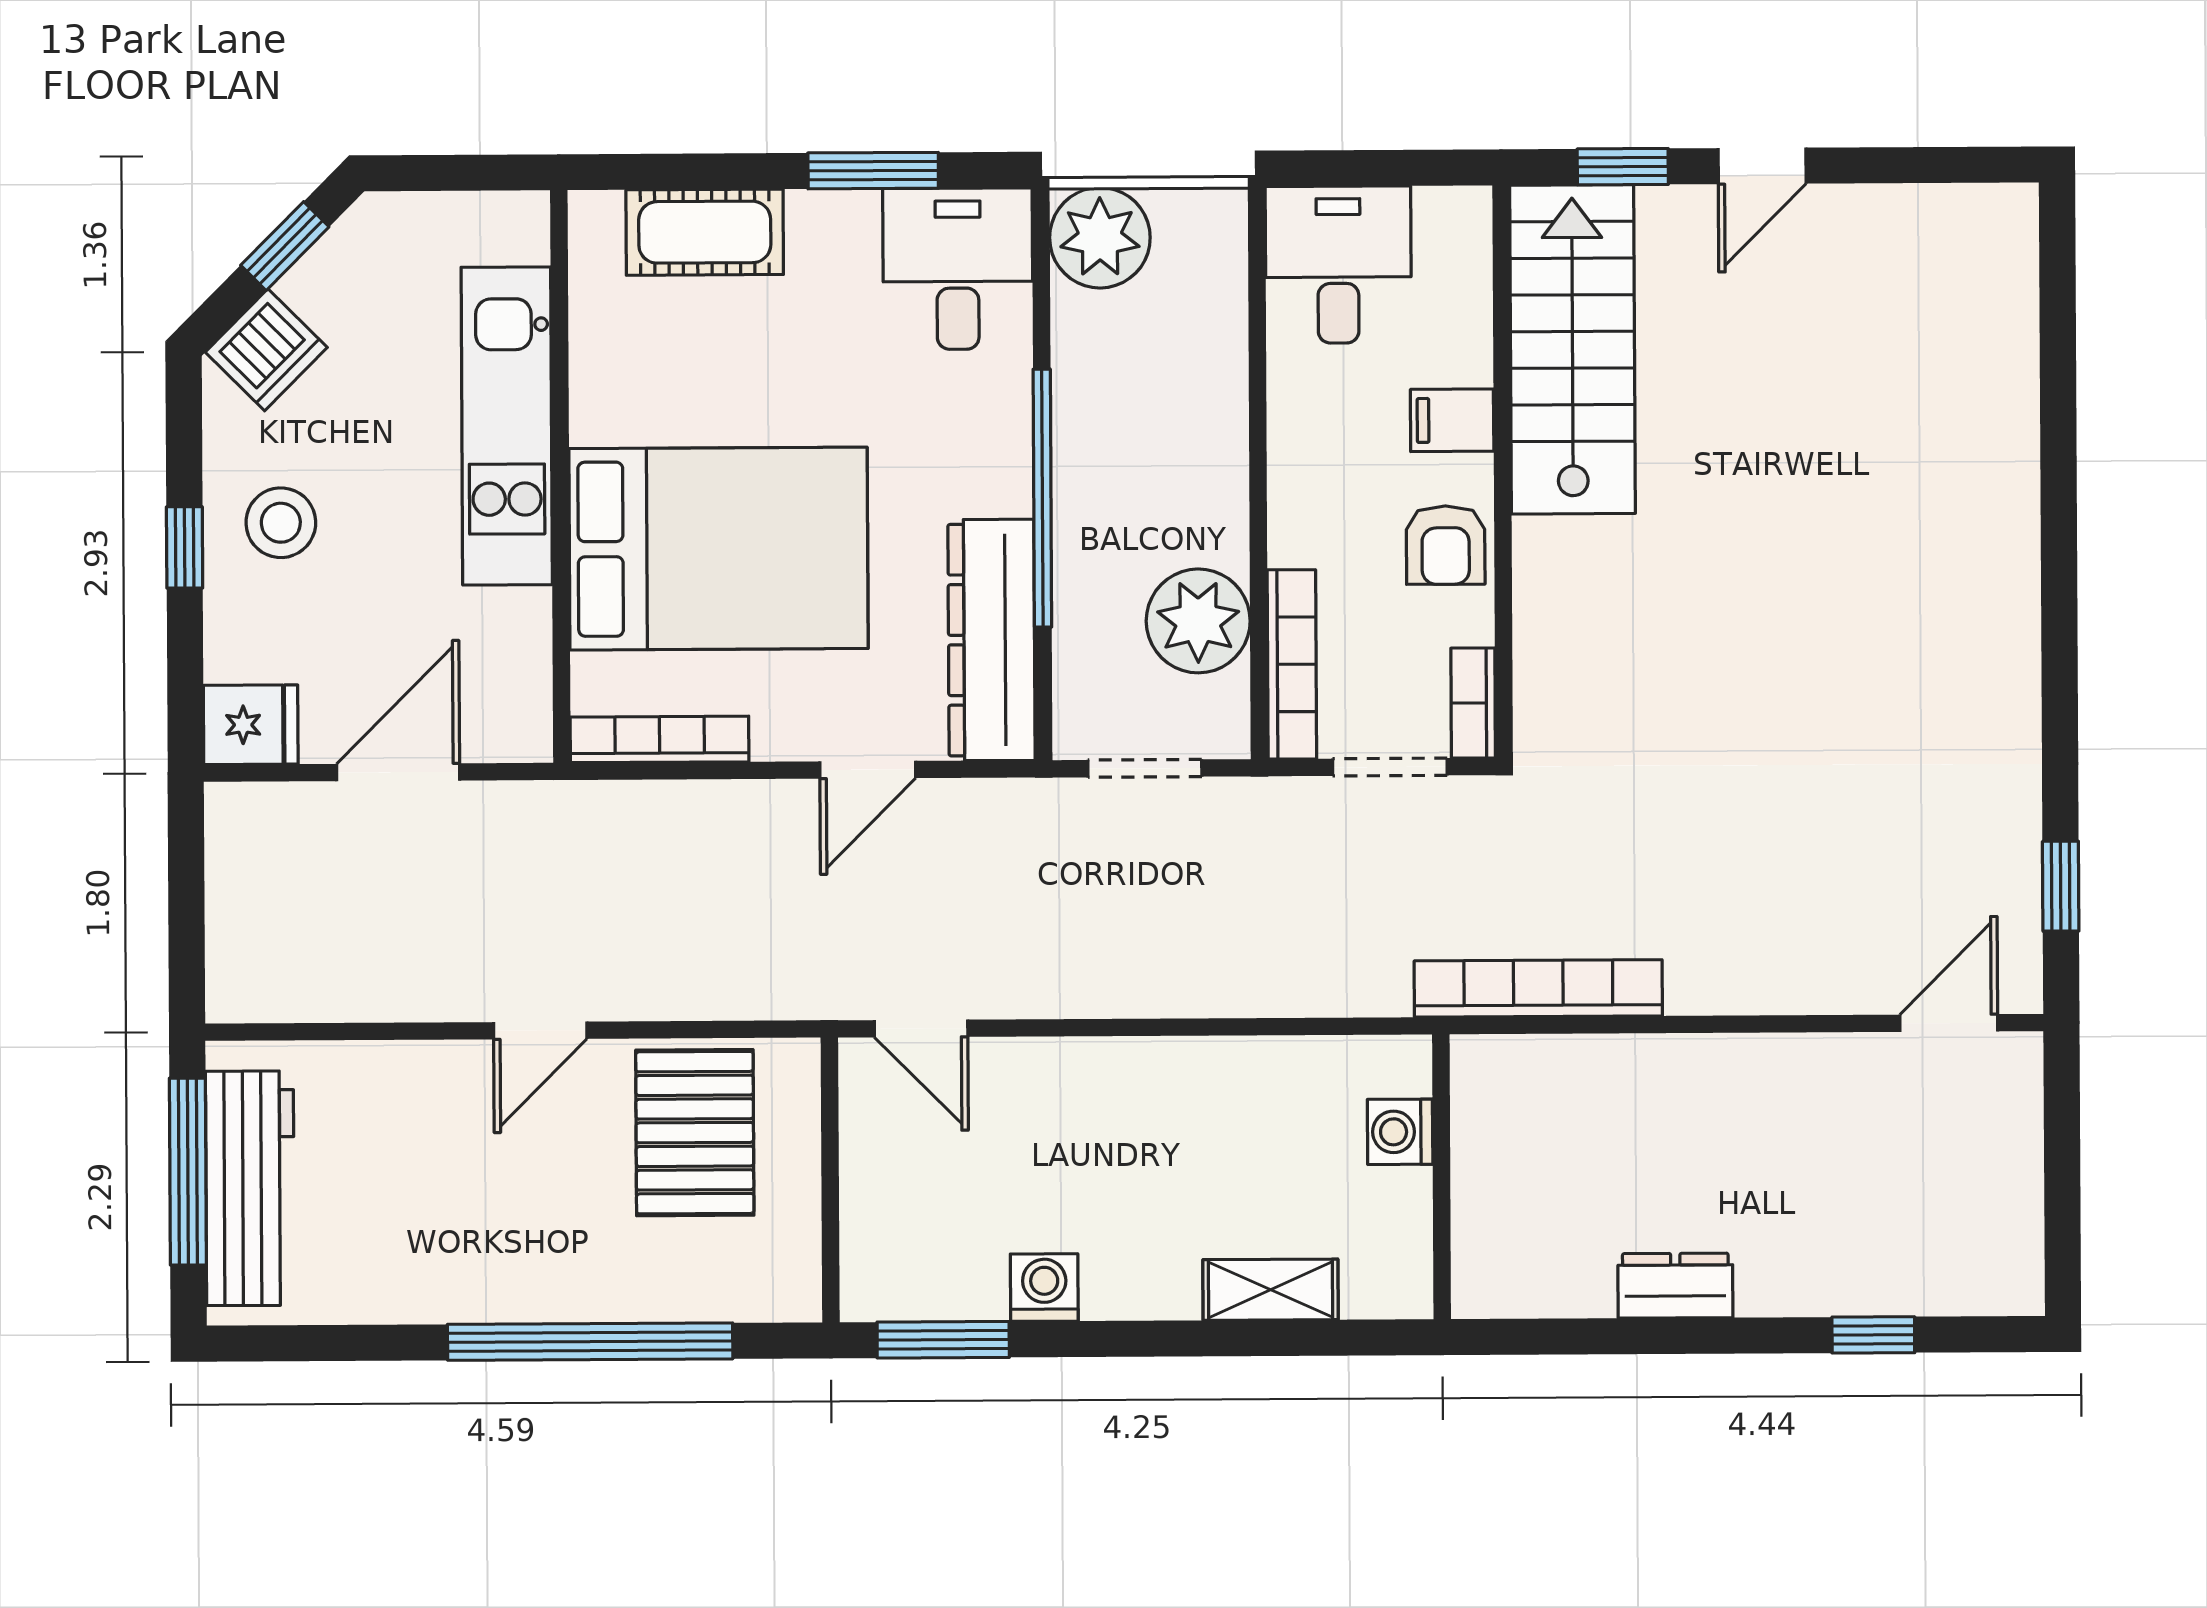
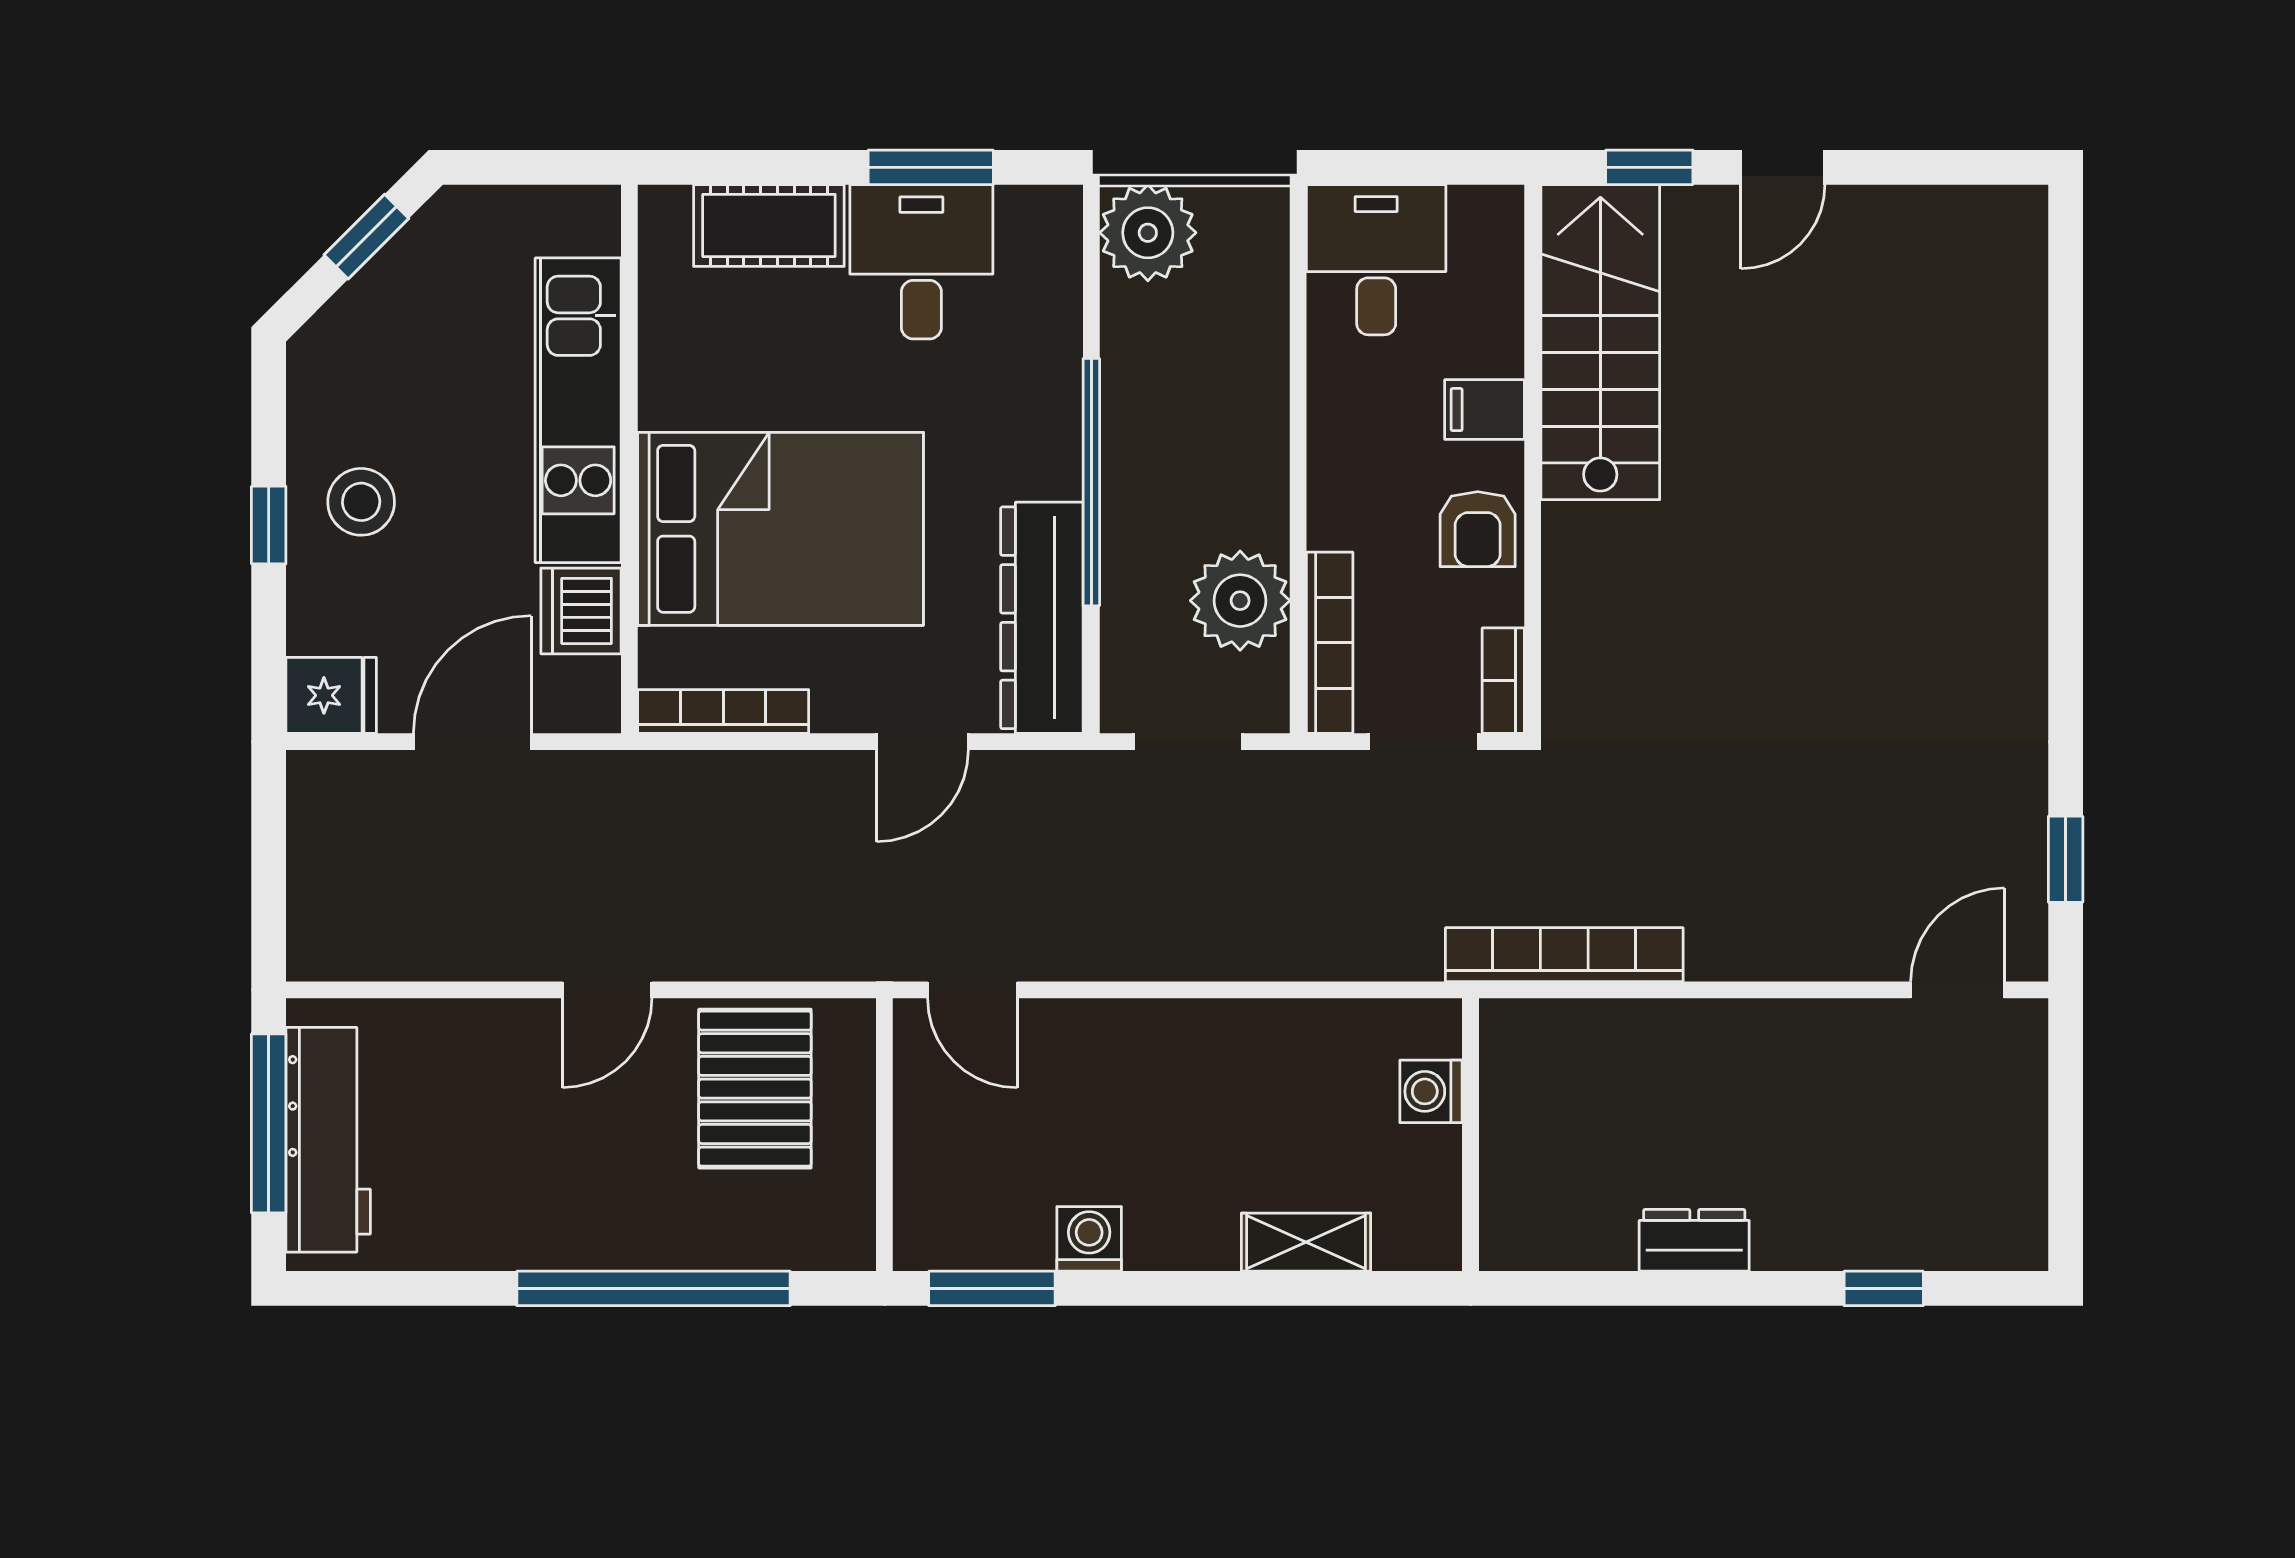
desk: (958, 269) -> (921, 262), moved
dishwasher: (266, 350) -> (581, 611), moved, turned 135

